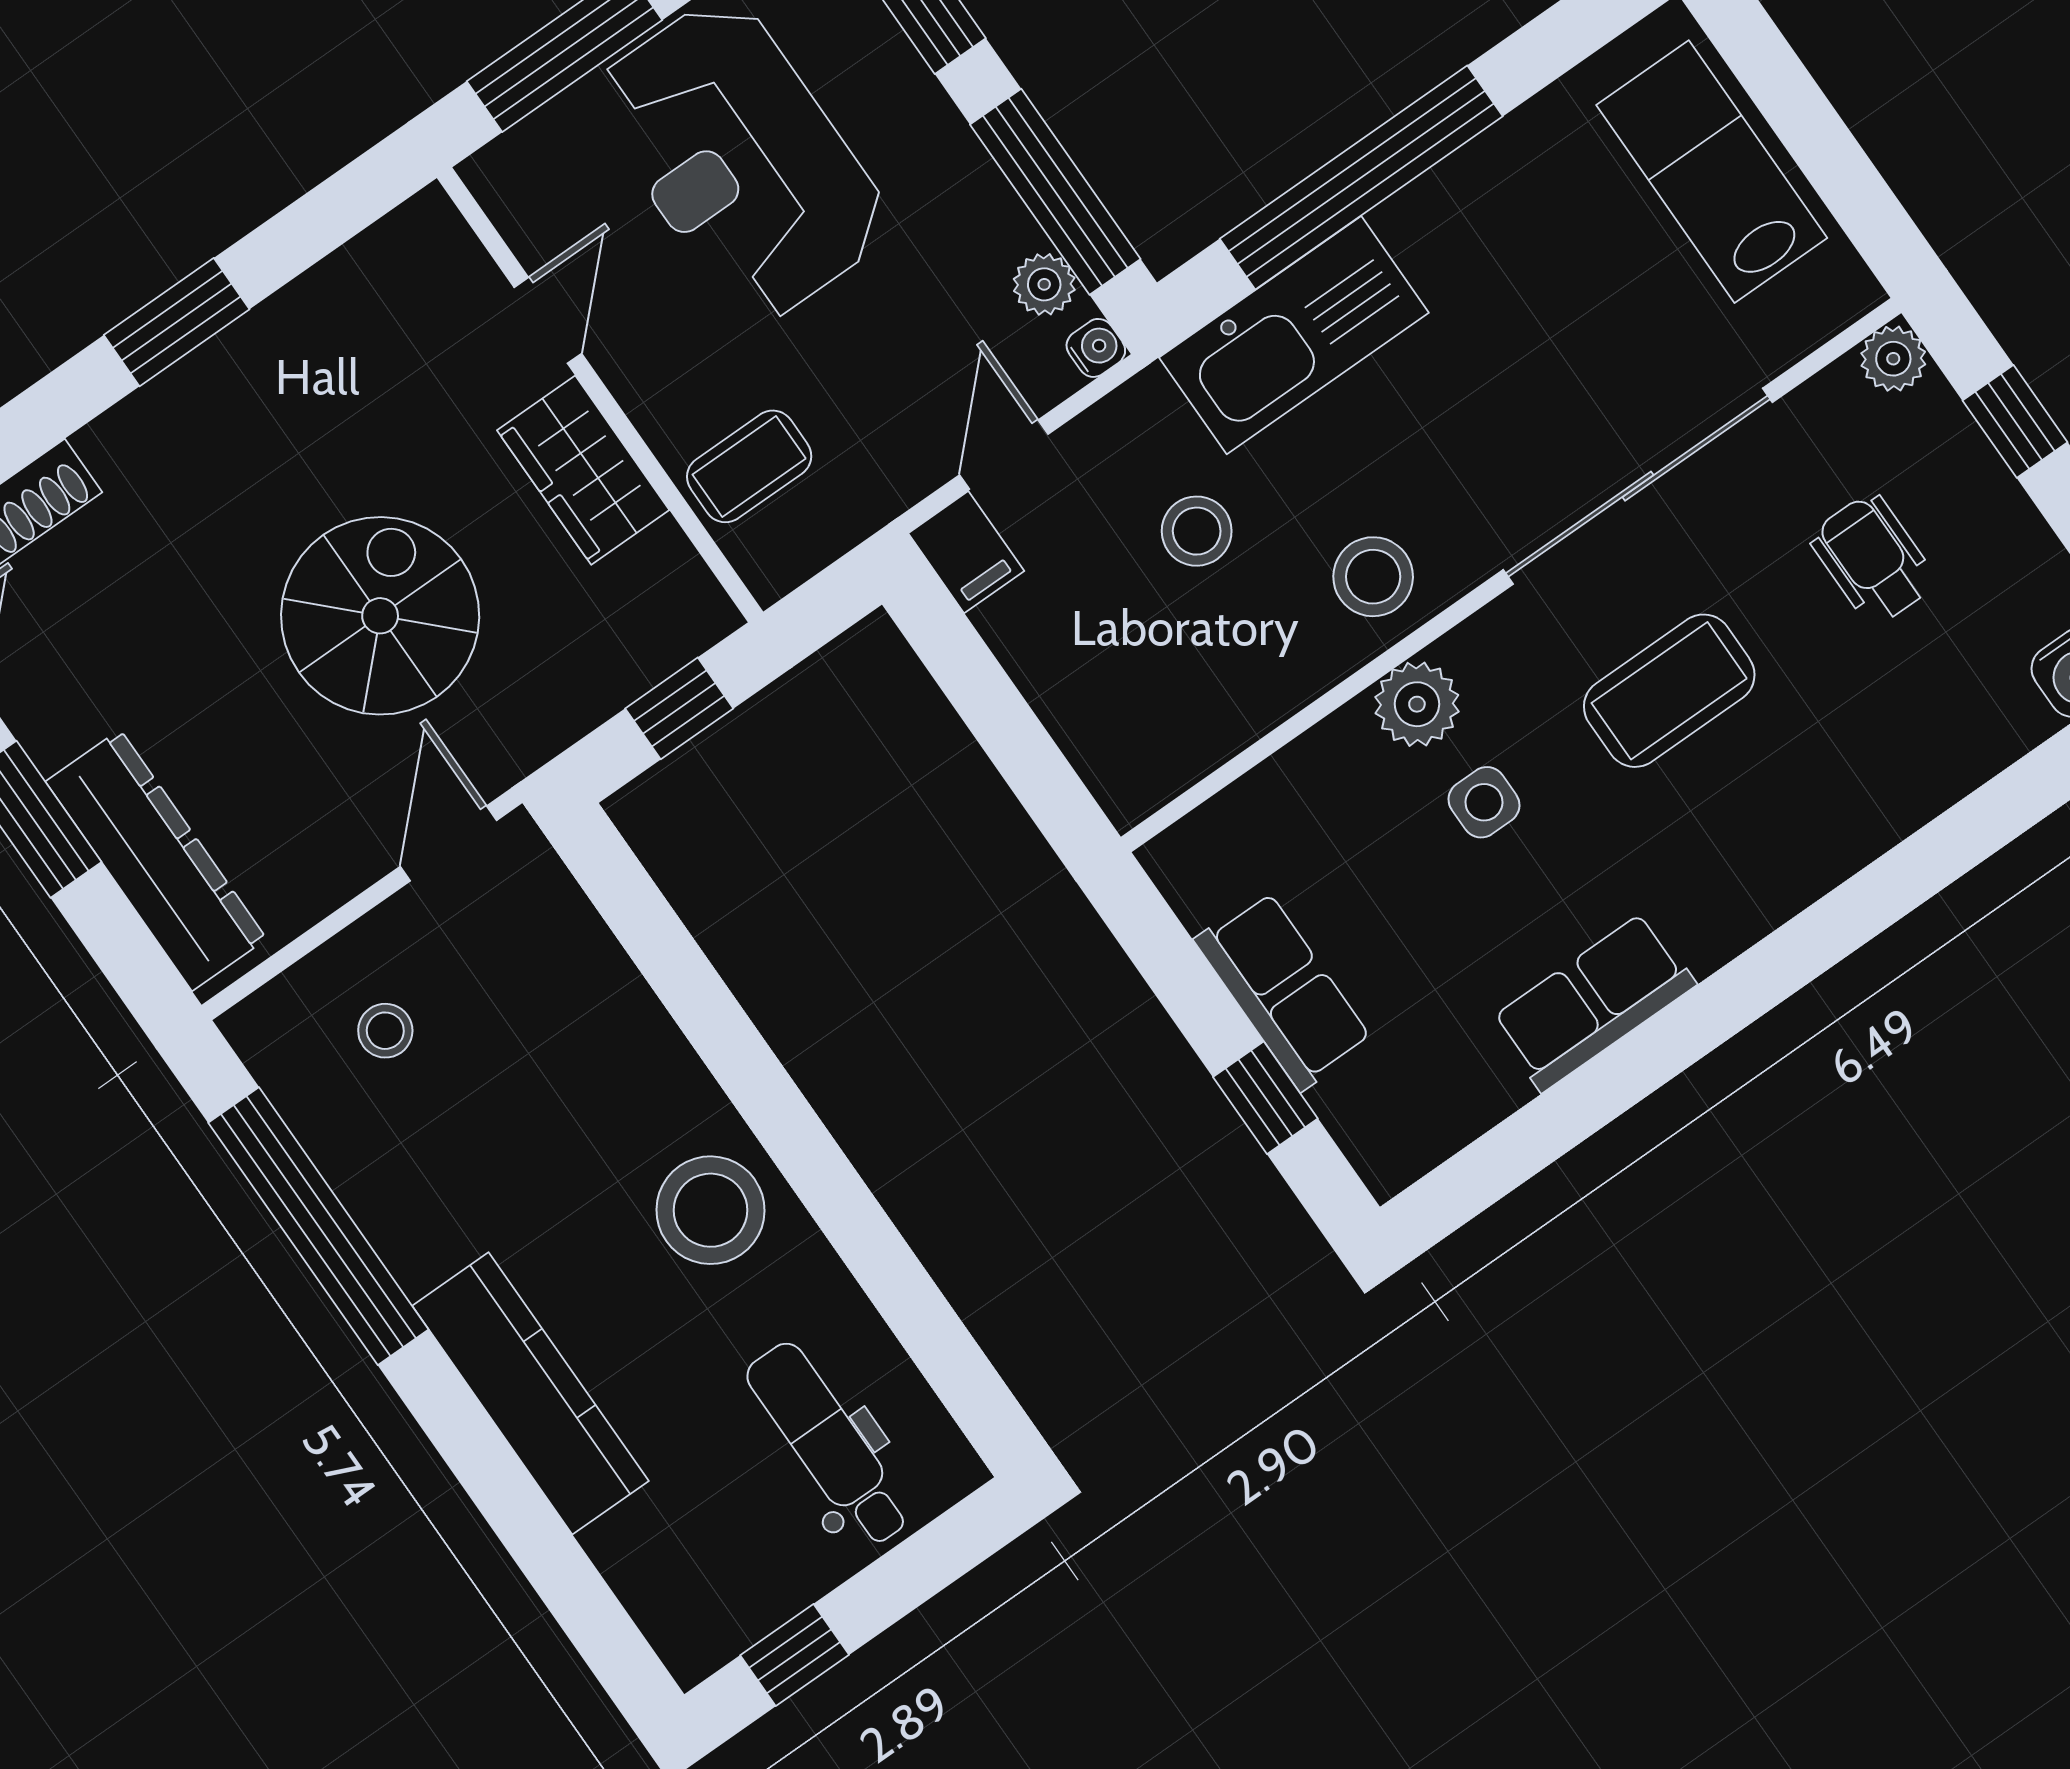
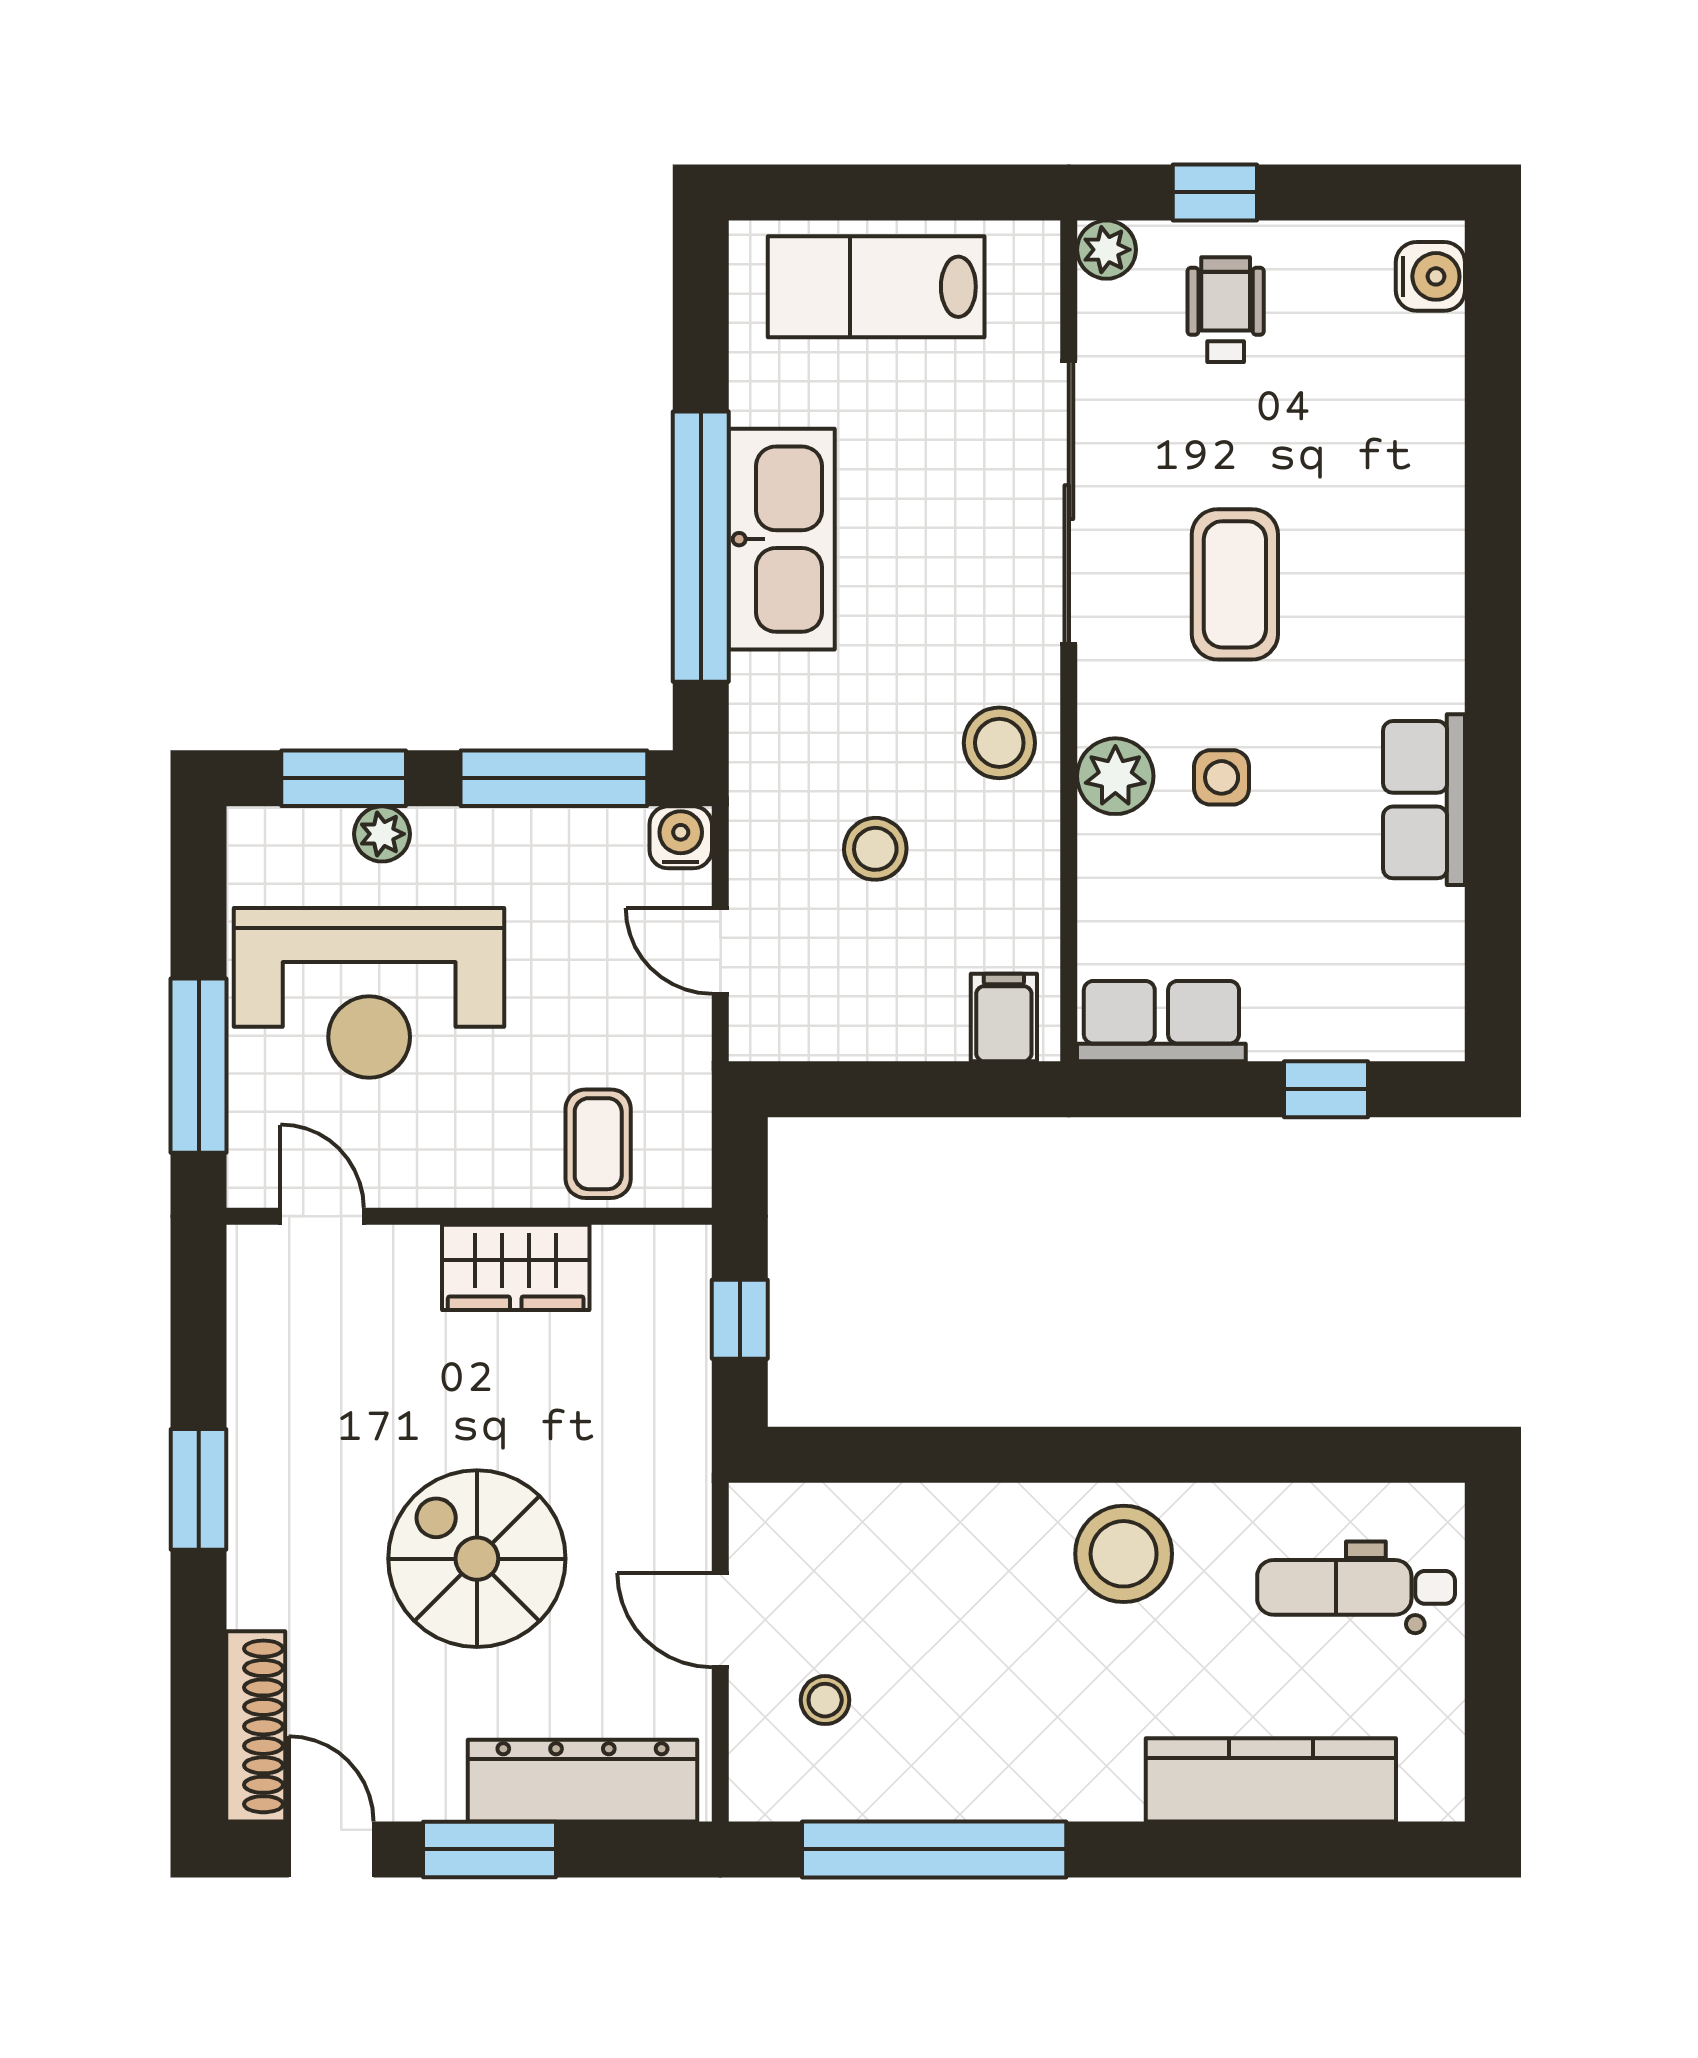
plant: (1044, 284) -> (382, 834), moved
door: (548, 320) -> (322, 1216), moved
kitchen sink: (1294, 335) -> (782, 539), moved
water cooler: (1096, 348) -> (681, 837), width x1.38, depth x1.38
filing cabinet: (966, 552) -> (1004, 1018), moved, turned -90
wheelchair: (1873, 559) -> (1226, 310), moved, turned 90
spiral stairs: (380, 616) -> (477, 1559), moved
door: (448, 843) -> (720, 1620), moved
row of seats: (1283, 990) -> (1161, 1021), moved
kitchen counter: (530, 1393) -> (1271, 1780), moved
window: (795, 1655) -> (1493, 1720), removed

